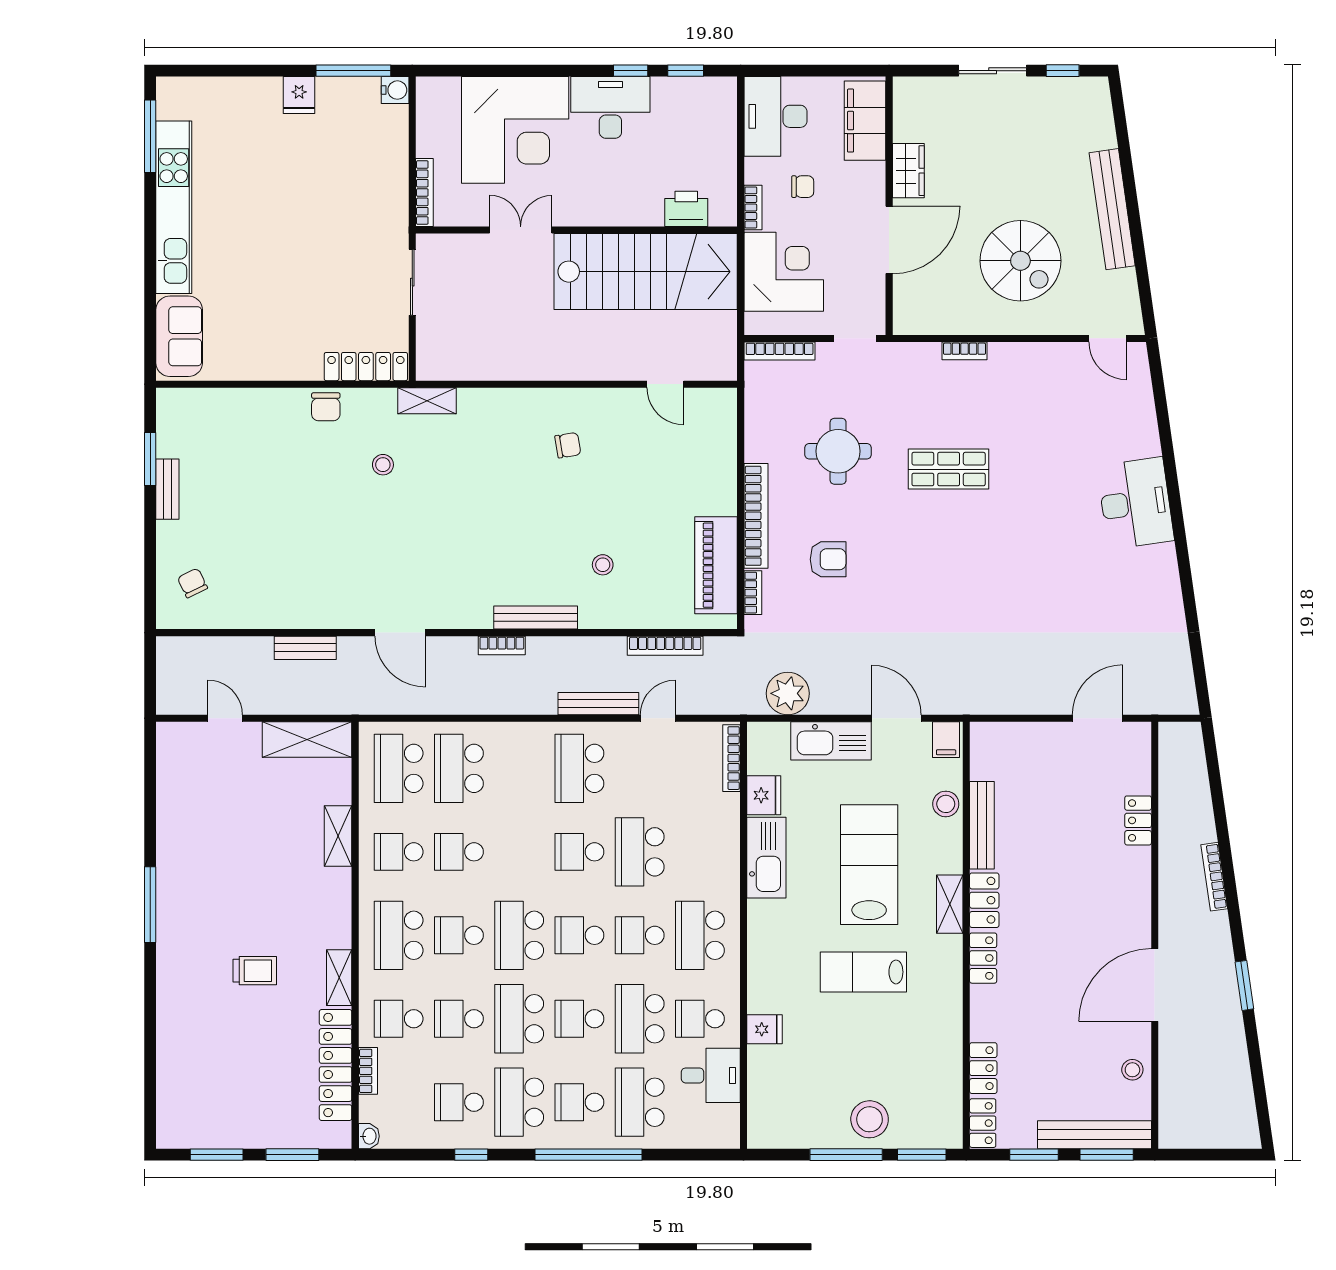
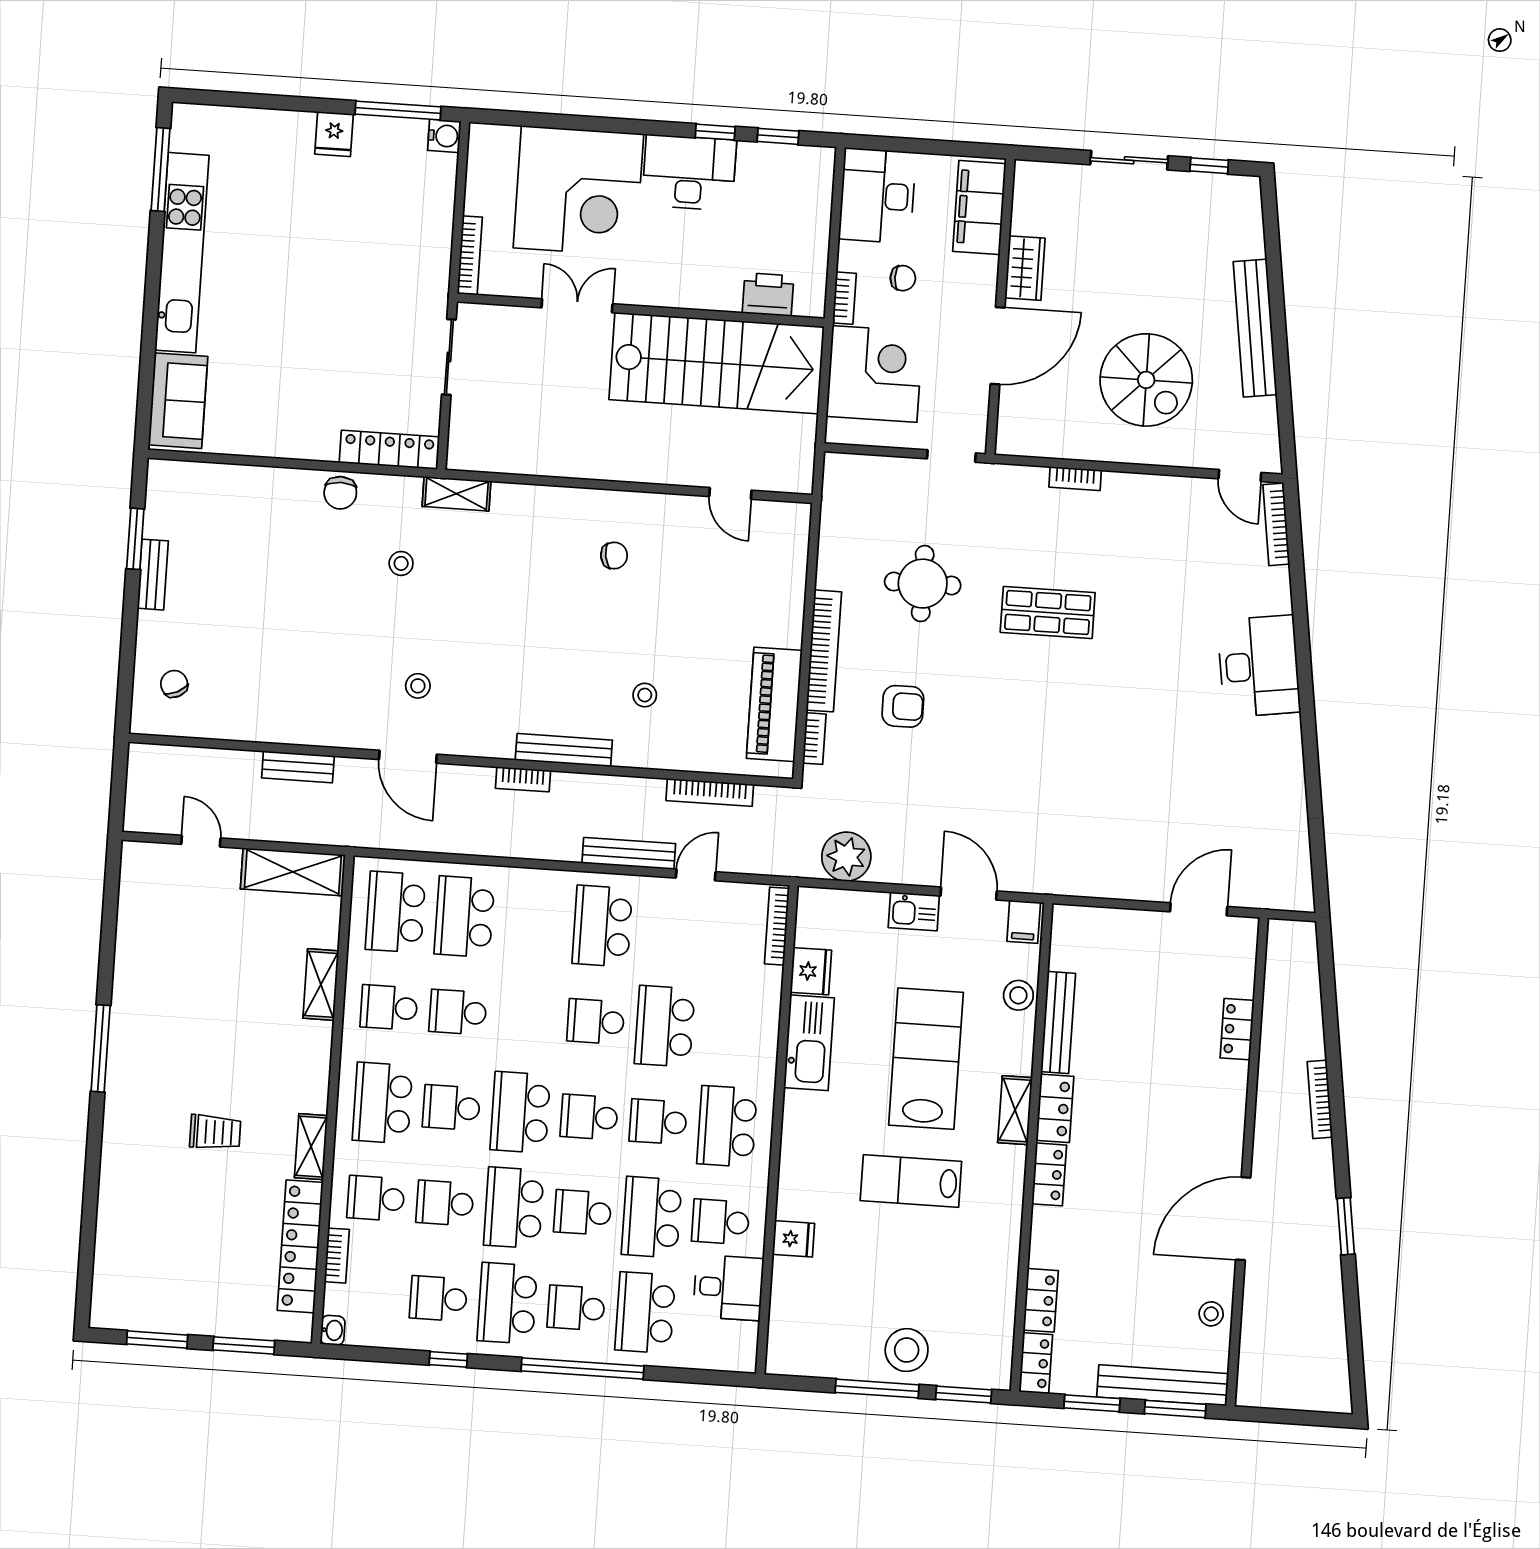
bookcase: (780, 351) -> (1276, 524), moved, turned 82
stool: (405, 570) -> (418, 686), added
kitchen sink: (831, 741) -> (914, 912), width x0.53, depth x0.81

